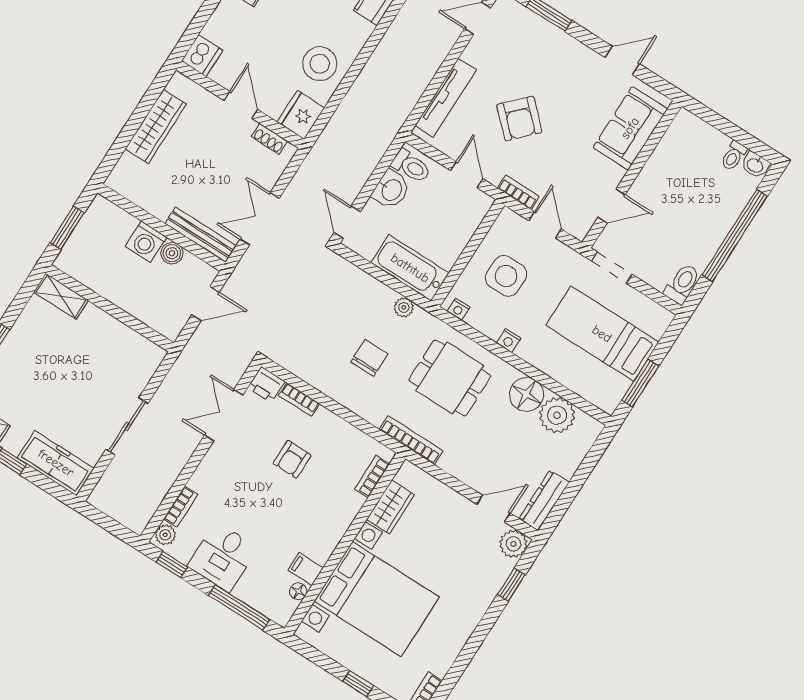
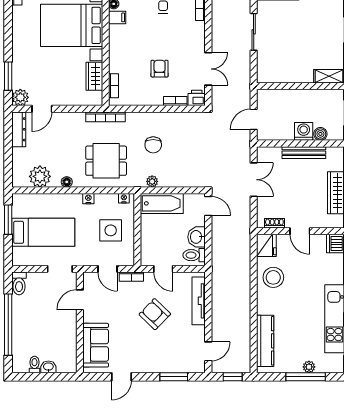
washbasin: (755, 165) -> (48, 367), moved
bench: (201, 235) -> (304, 153), moved
boiler: (172, 253) -> (320, 134), moved
floor lamp: (526, 394) -> (67, 182), width x0.53, depth x0.53
window: (511, 585) -> (8, 76), width x1.50

